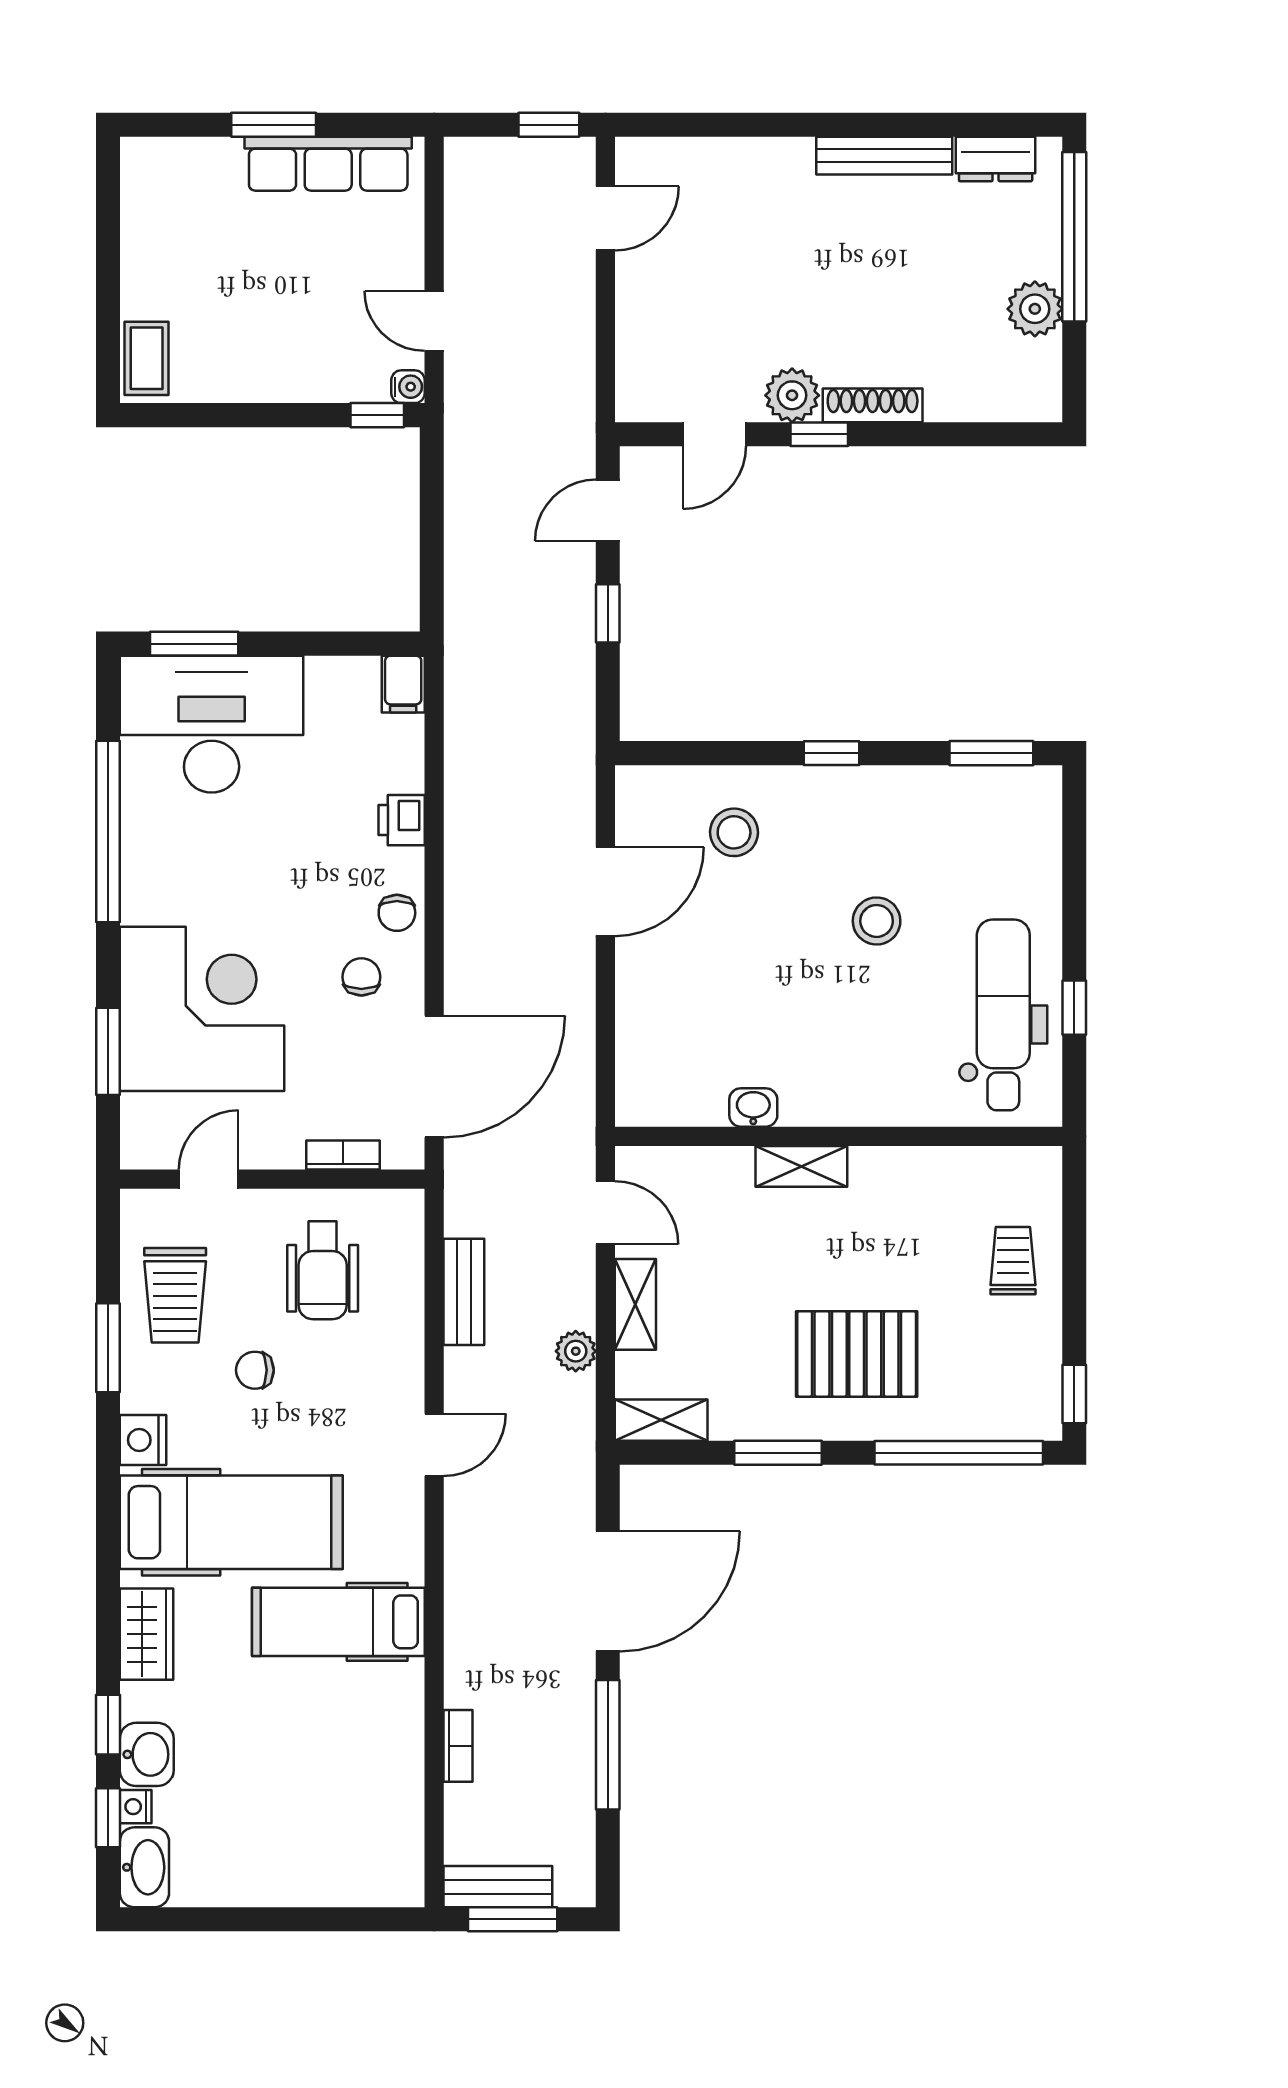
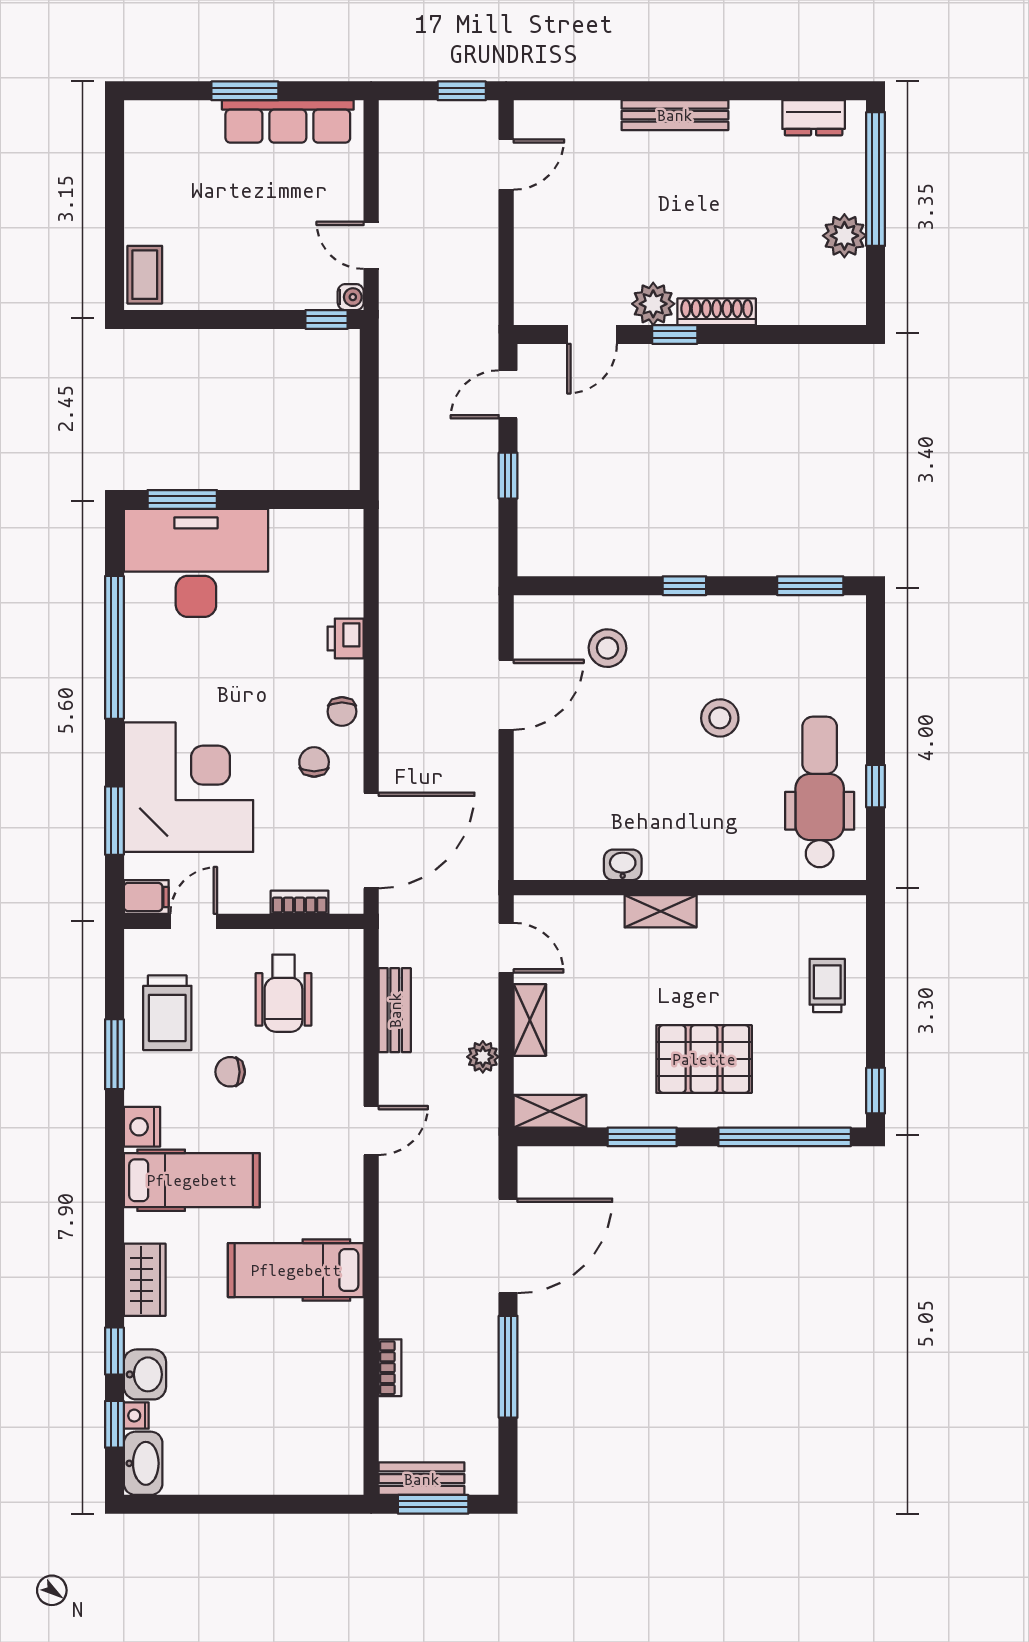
bench: (884, 156) -> (675, 115), moved
filing cabinet: (403, 684) -> (146, 897), moved, turned -90
hospital bed: (231, 1522) -> (192, 1180), width x0.73, depth x0.78

